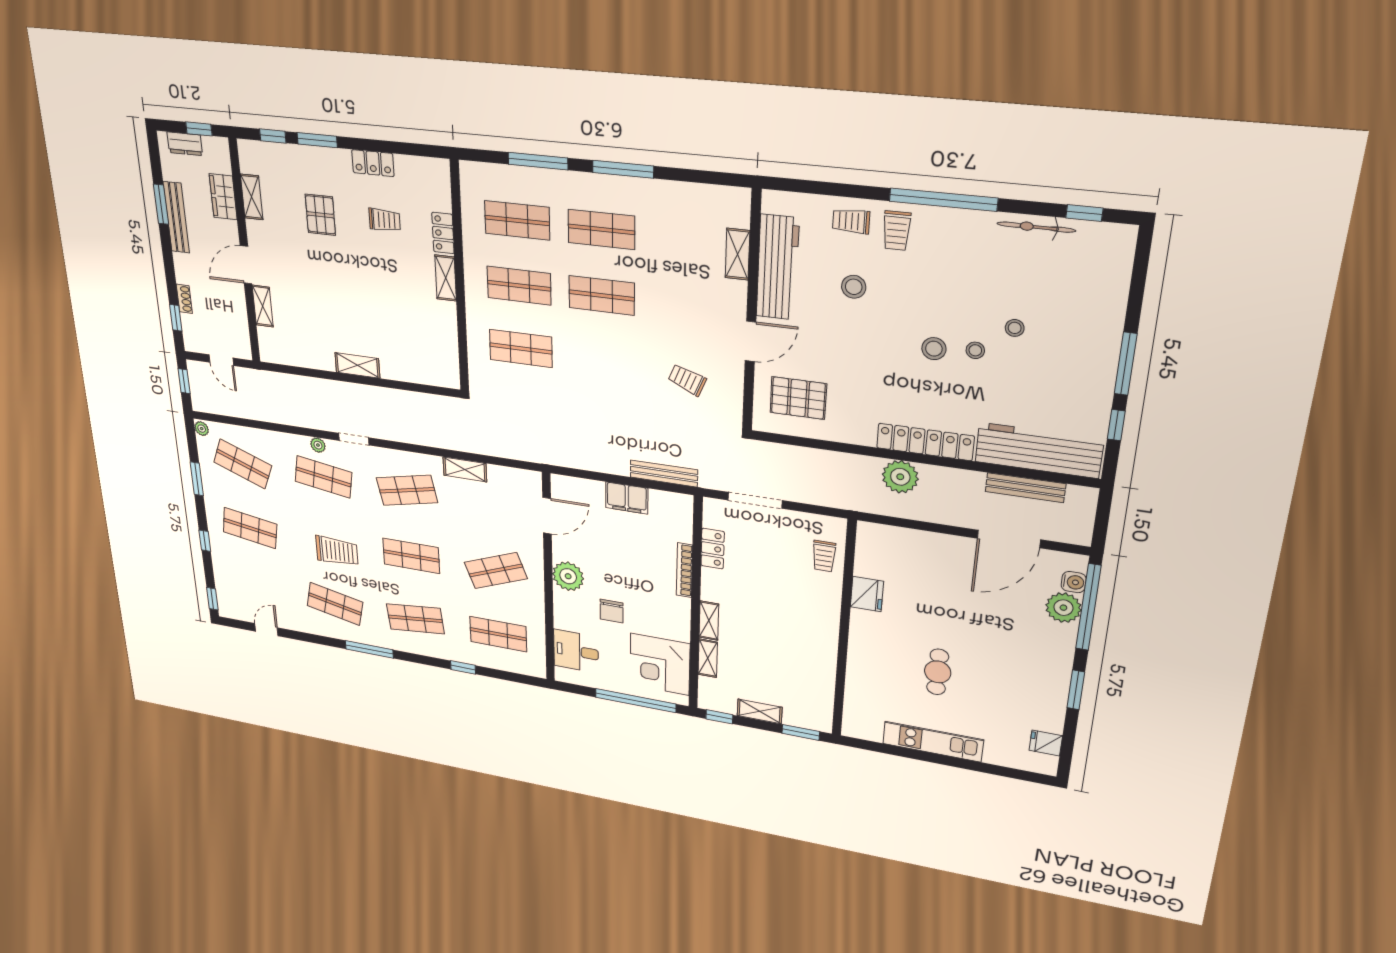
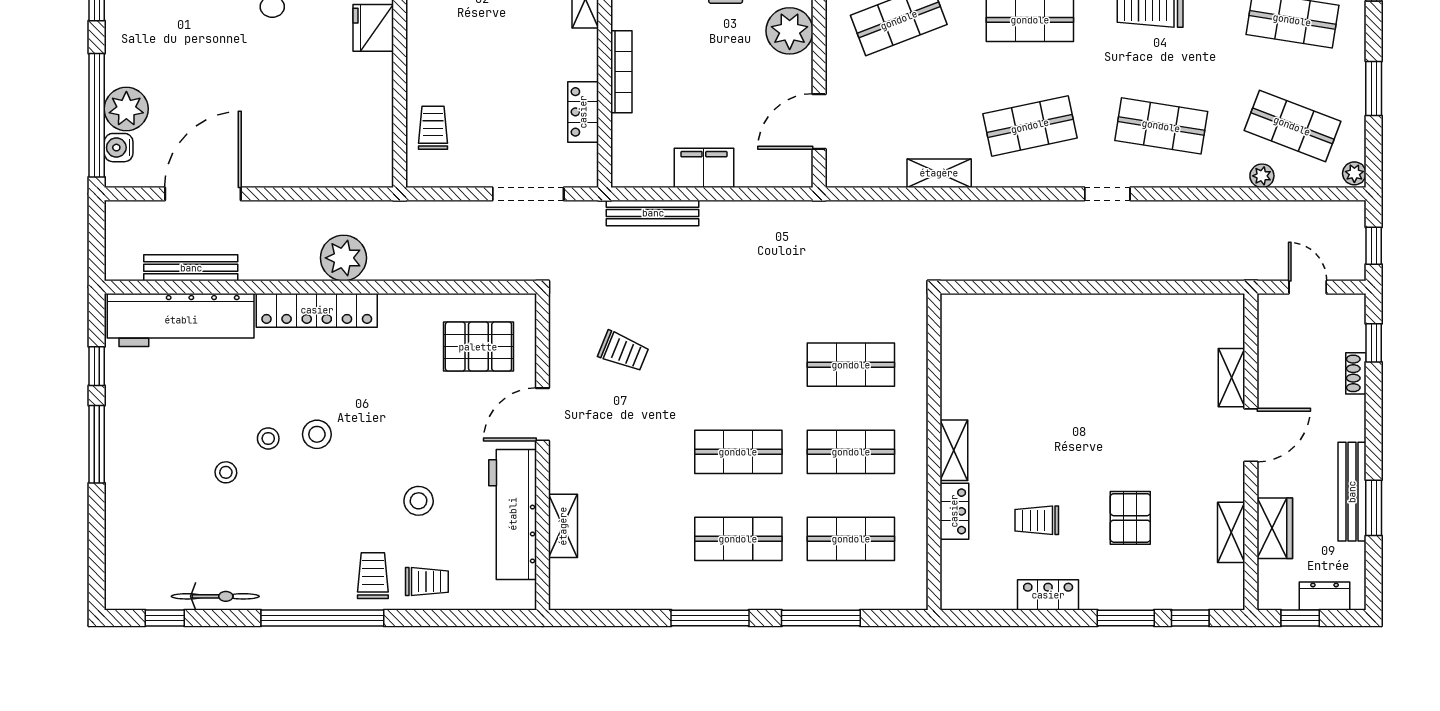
shelving: (357, 365) -> (1093, 308), removed
plant: (318, 445) -> (1262, 176), moved
fridge: (867, 594) -> (373, 28), moved

